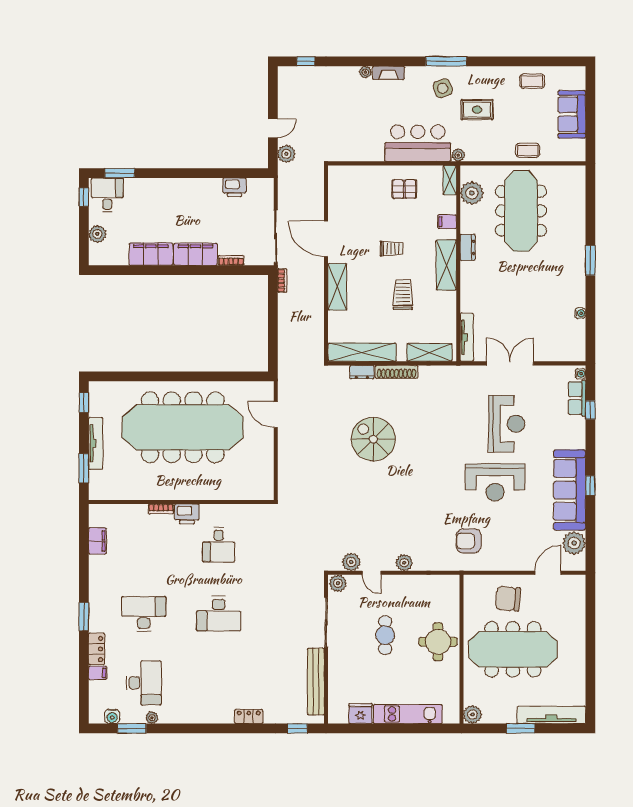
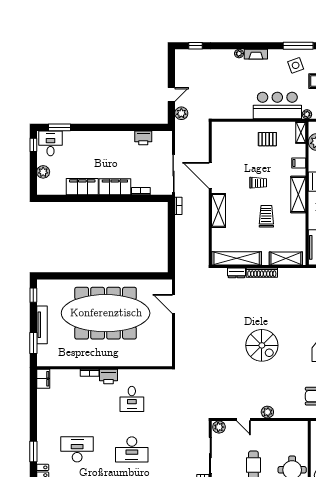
spiral stairs: (373, 439) -> (262, 345), moved, turned 180
filing cabinet: (97, 541) -> (43, 379), moved
plant: (351, 562) -> (229, 412), removed

